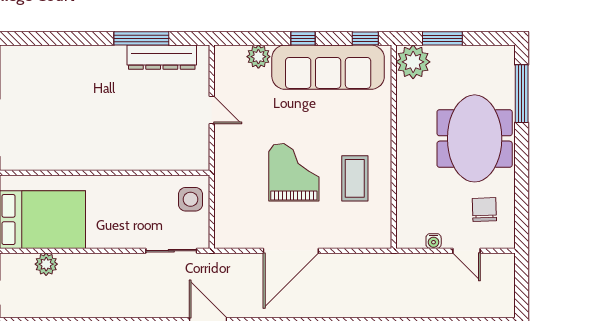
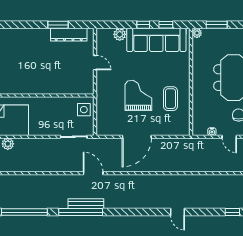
window: (141, 38) -> (58, 25), width x0.69
window: (365, 38) -> (166, 25), moved
plant: (413, 62) -> (197, 33), width x0.53, depth x0.53

